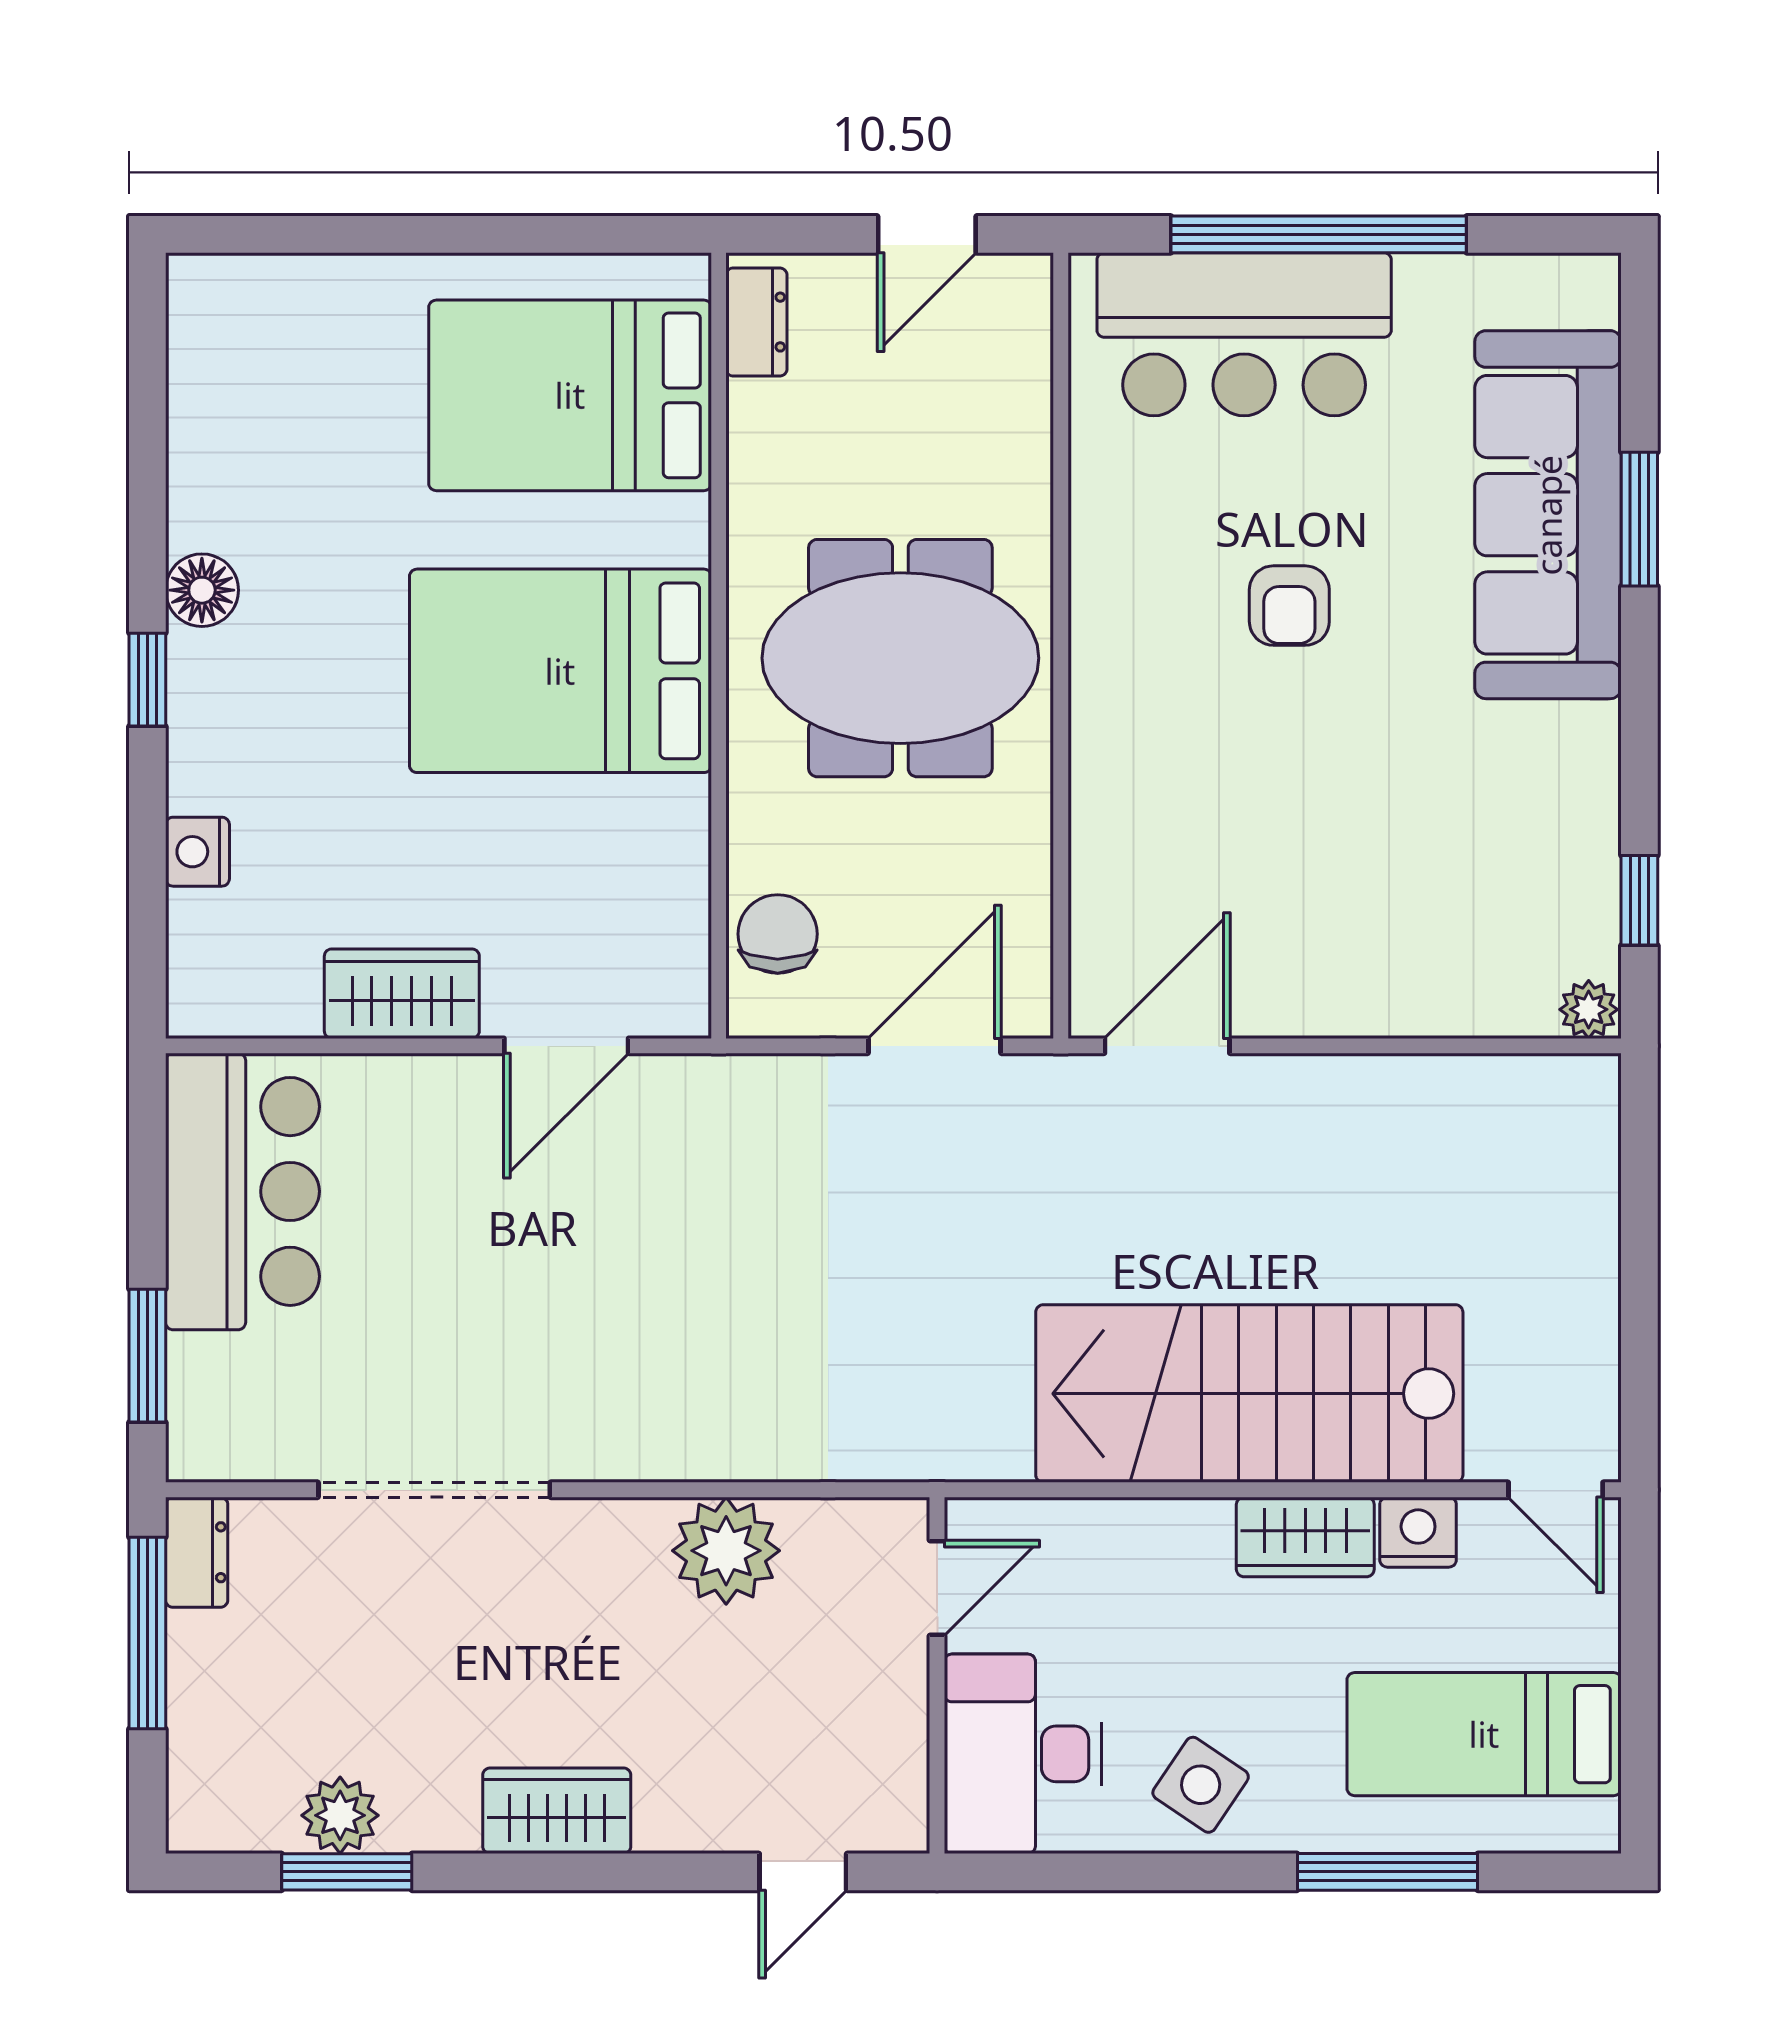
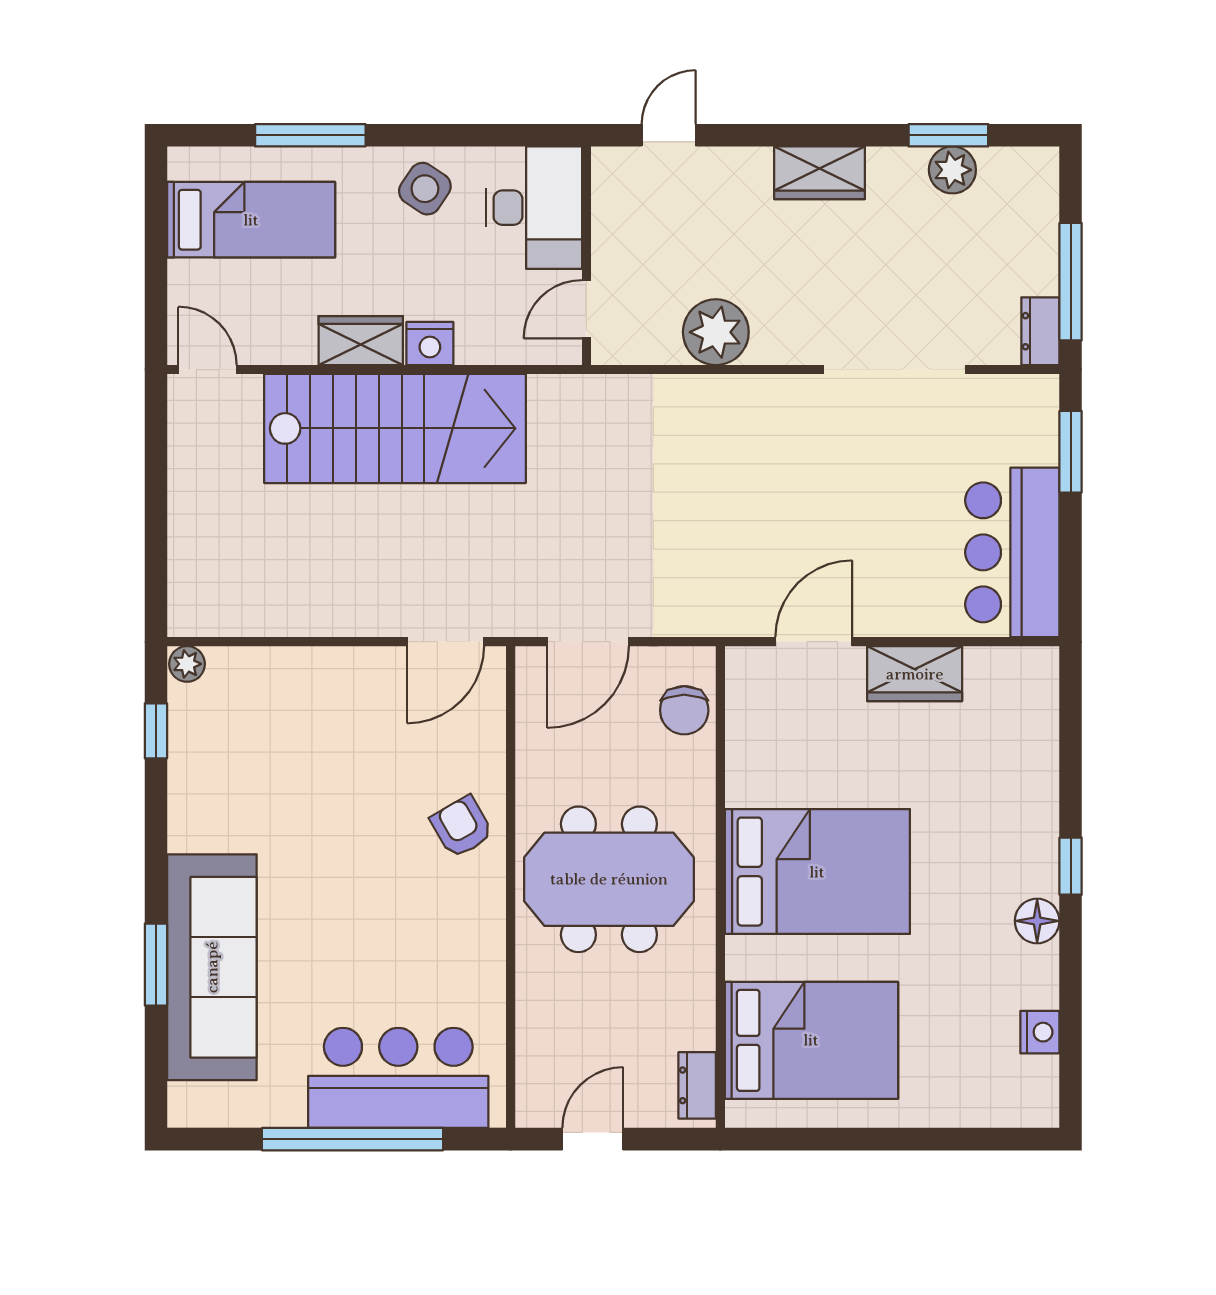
armchair: (1289, 606) -> (462, 827), moved, turned -30
nightstand: (197, 852) -> (1040, 1032), moved
nightstand: (1418, 1532) -> (430, 344), moved

